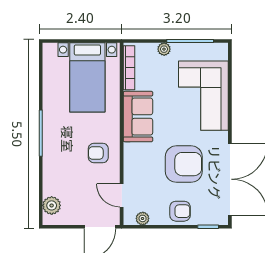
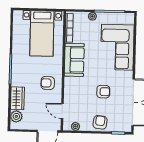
armchair: (184, 164) -> (103, 92), width x0.53, depth x0.53
wardrobe: (53, 178) -> (17, 98), added
armchair: (180, 211) -> (100, 122), turned -83

